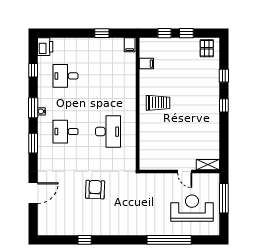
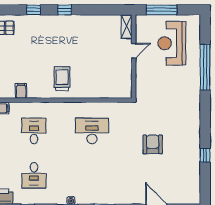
desk: (66, 132) -> (34, 131), moved, turned 180
armchair: (95, 190) -> (153, 144), turned 88

